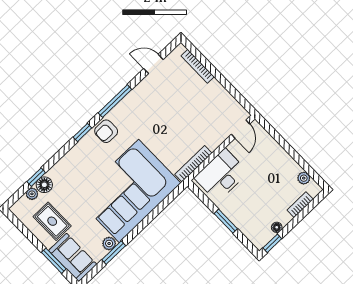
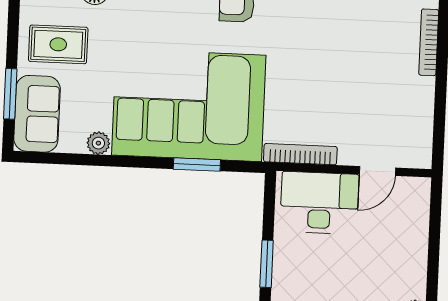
door: (240, 129) -> (377, 171), moved
rug: (52, 221) -> (58, 44), turned 90
window: (114, 253) -> (197, 164), moved

